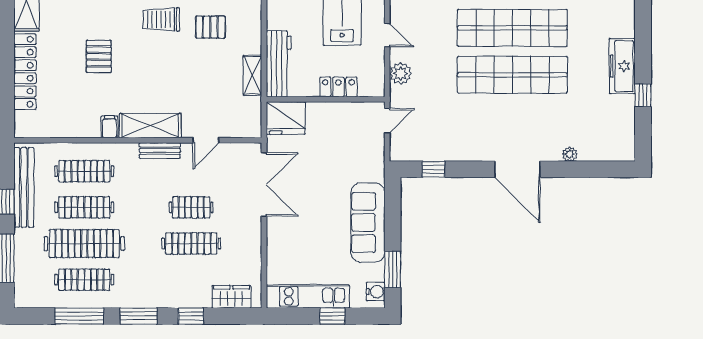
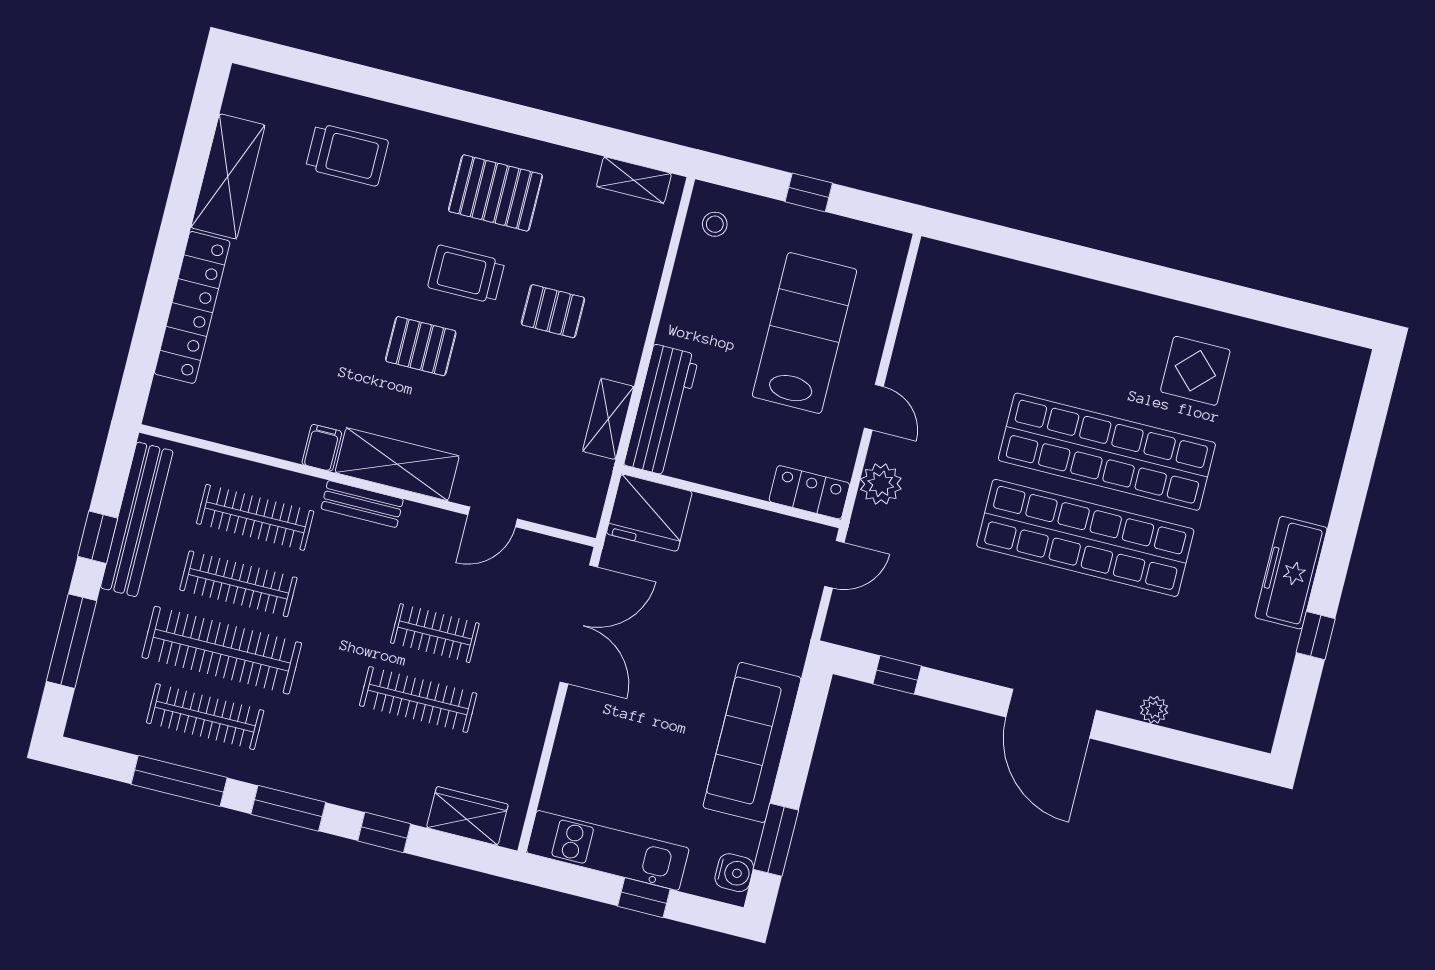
pallet: (99, 56) -> (421, 346), moved, turned 90
locker: (338, 87) -> (809, 492), moved
bench: (160, 151) -> (362, 504), moved

